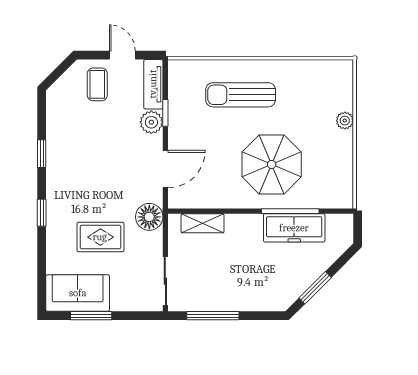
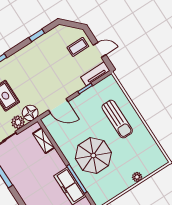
door: (122, 55) -> (100, 50), hinge flipped
sun lounger: (241, 95) -> (117, 119), turned 180
plant: (151, 122) -> (18, 122), moved
window: (42, 154) -> (37, 35), moved

